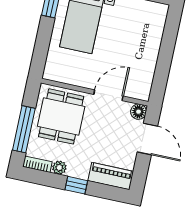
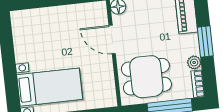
window: (76, 185) -> (205, 41), width x1.50

